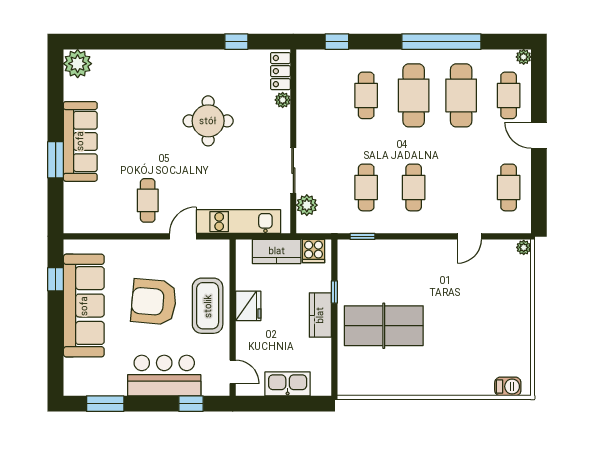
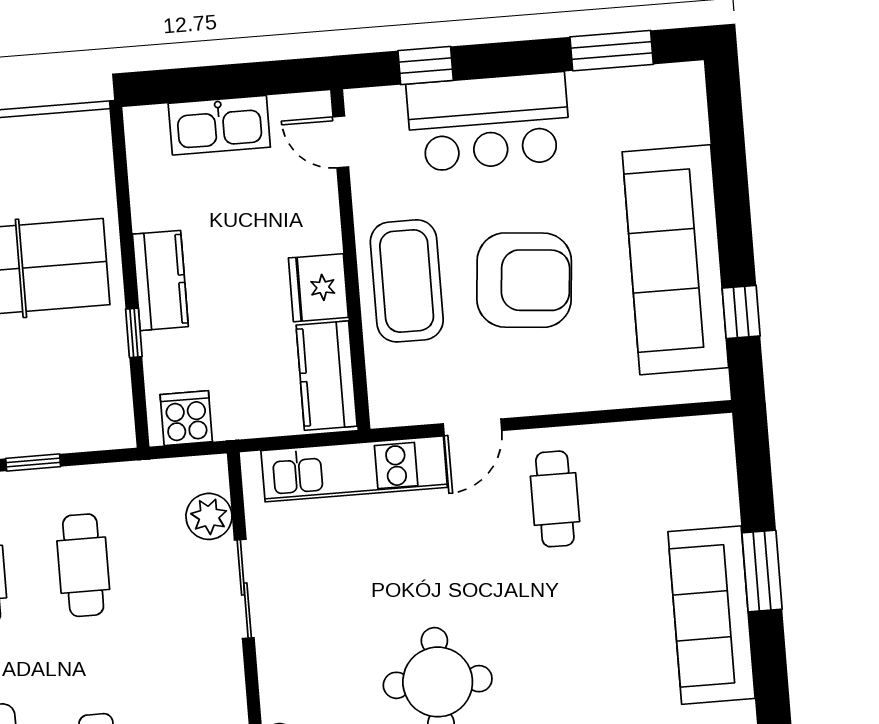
window: (362, 236) -> (33, 462), moved
kitchen counter: (277, 251) -> (327, 376), moved, turned -90

